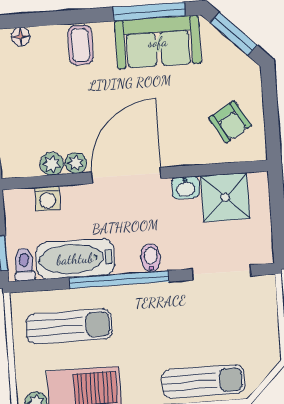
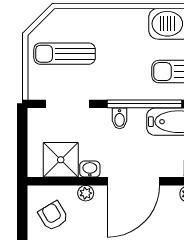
plant: (76, 163) -> (86, 193), moved
sun lounger: (204, 381) -> (65, 54), moved

